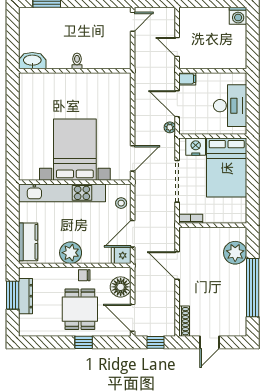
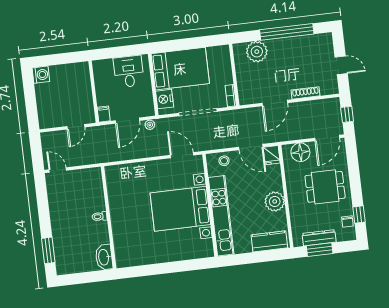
desk: (230, 106) -> (129, 71), width x0.73
chair: (84, 275) -> (347, 221), moved
shoe rack: (184, 321) -> (306, 93), moved
window: (84, 342) -> (359, 214), moved

